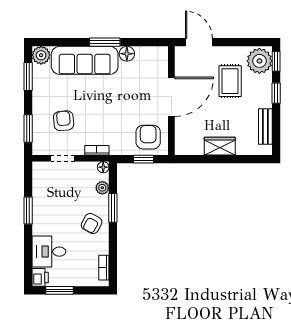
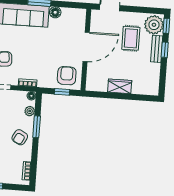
bench: (265, 127) -> (157, 49), moved

